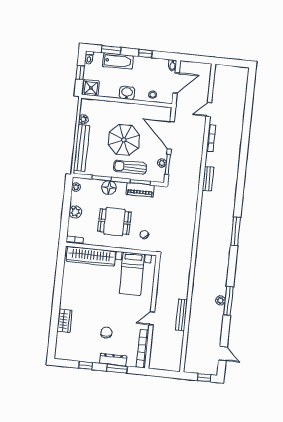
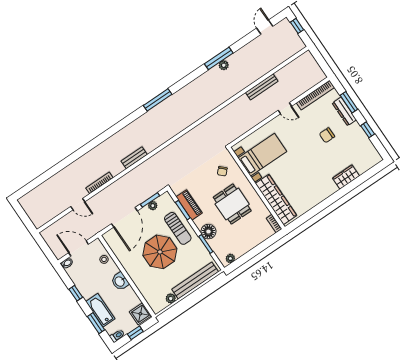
plant: (75, 212) -> (251, 242), removed

